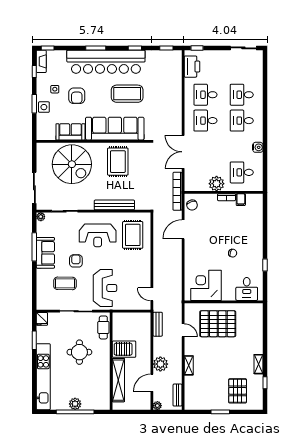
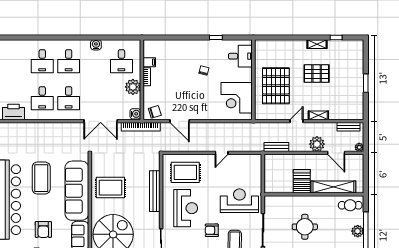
armchair: (77, 96) -> (43, 229), turned 90
water cooler: (190, 186) -> (135, 114), added
door: (152, 294) -> (222, 153), moved
cafe table: (103, 327) -> (350, 205), moved
door: (183, 330) -> (296, 121), moved
pallet: (238, 391) -> (317, 74), moved

